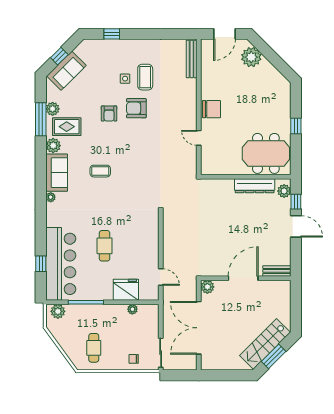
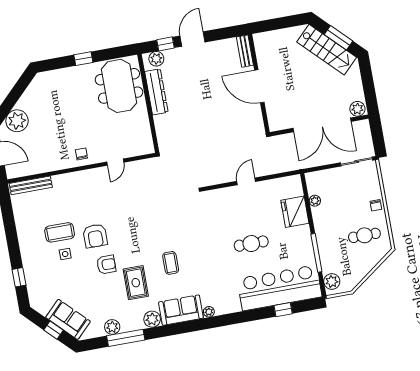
chair: (211, 109) -> (81, 154), width x0.54, depth x0.54
rug: (67, 127) -> (136, 283), moved
door: (161, 277) -> (246, 181), moved
plant: (207, 287) -> (357, 109), moved
chair: (134, 359) -> (376, 205), moved

